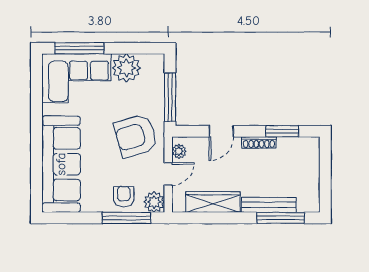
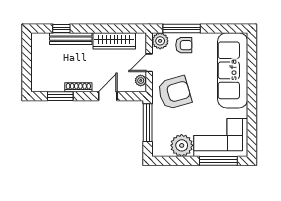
armchair: (124, 197) -> (184, 45), turned -90
window: (281, 218) -> (61, 28), width x0.46

